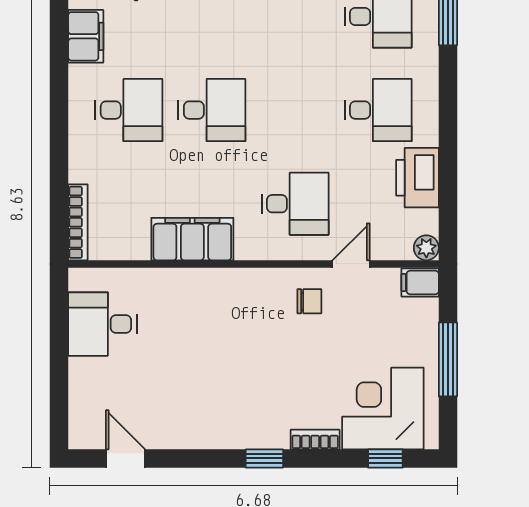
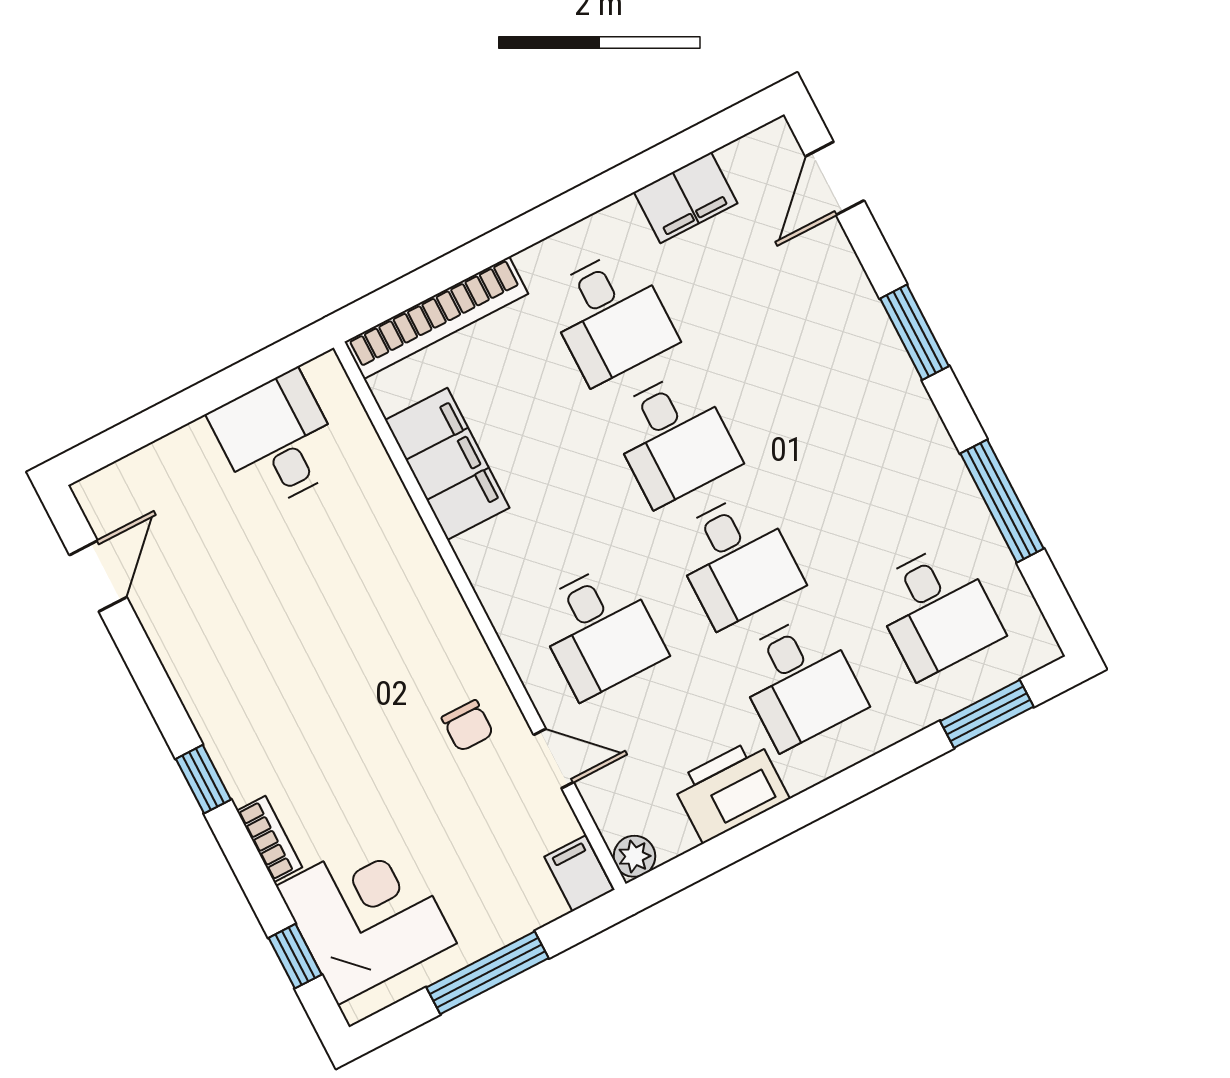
desk: (295, 110) -> (736, 560), added
bookcase: (78, 222) -> (436, 318), width x1.48, depth x1.31
filing cabinet: (192, 239) -> (447, 464), moved

